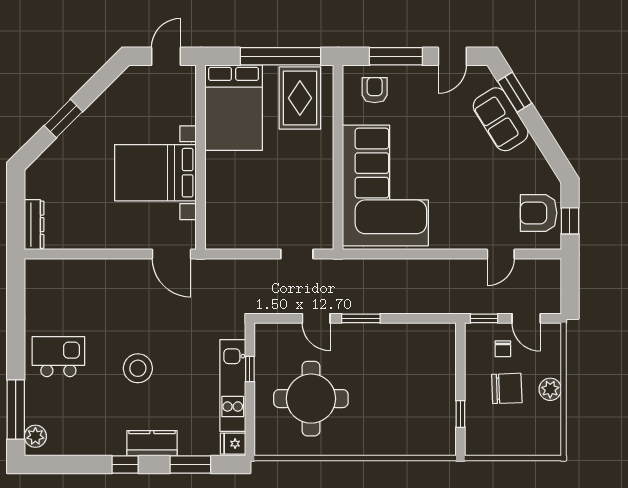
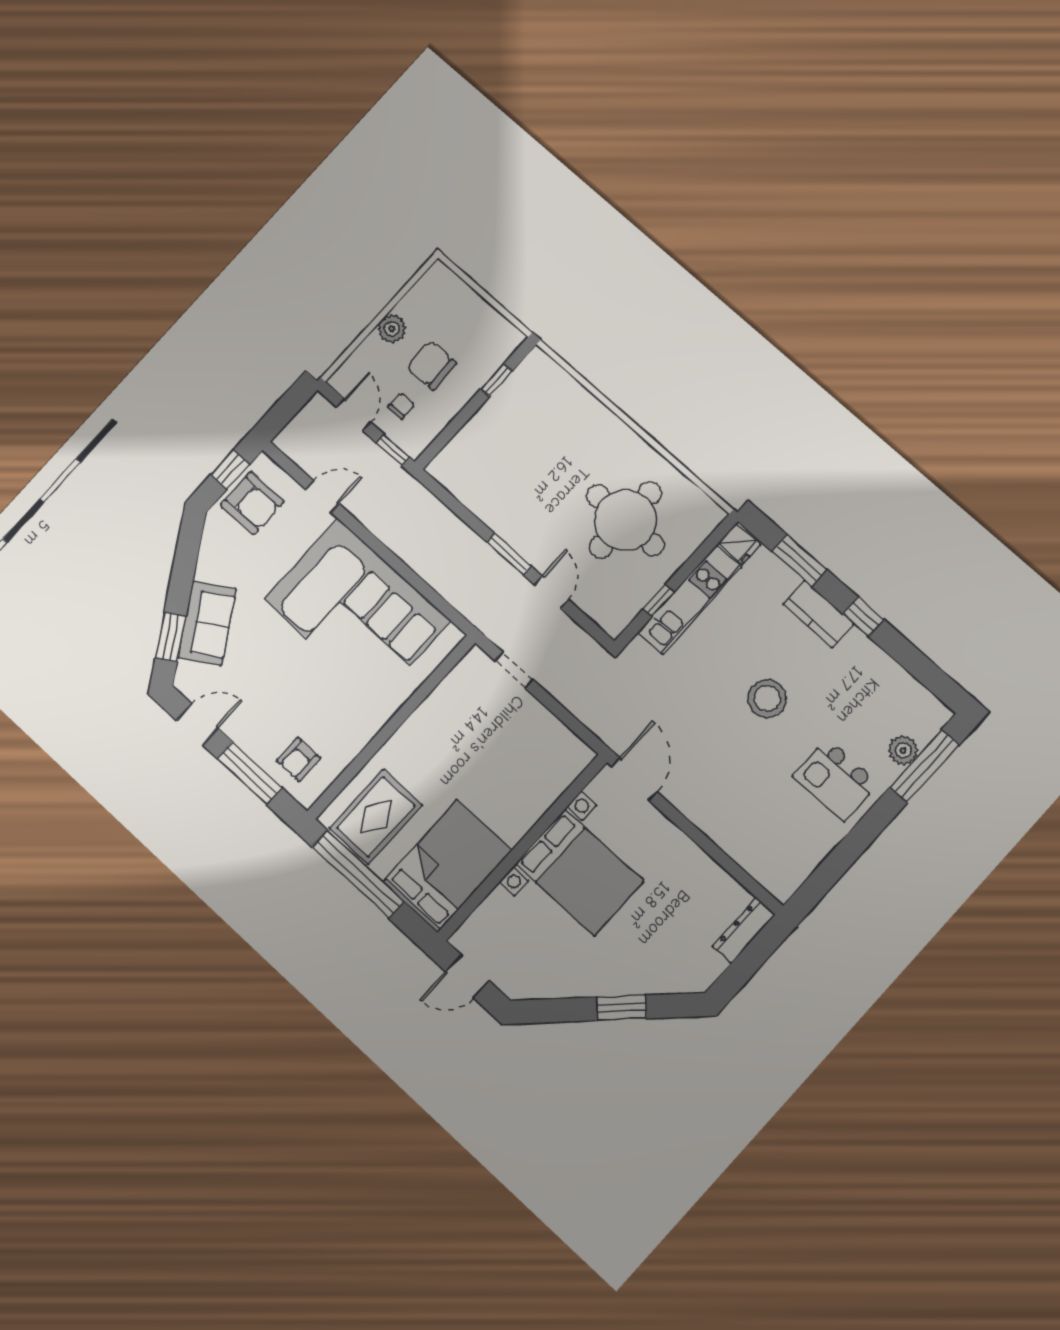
corner sofa: (385, 185) -> (357, 610), moved, turned -90
plant: (35, 436) -> (903, 750), moved

